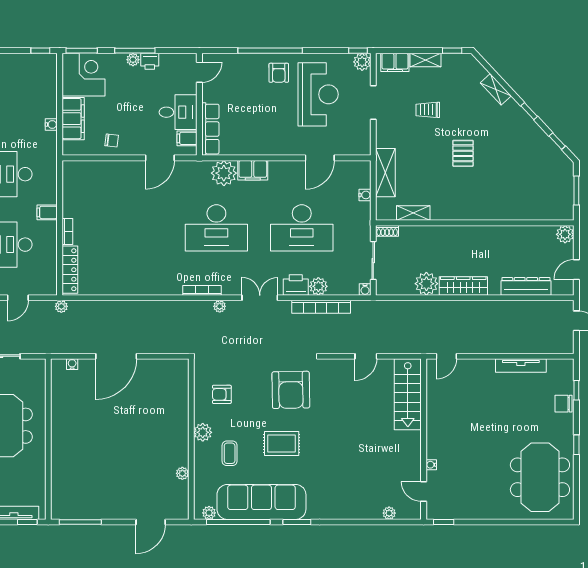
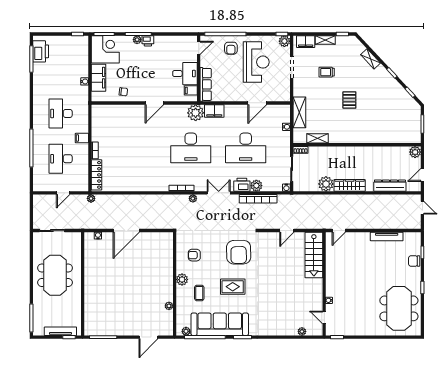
door: (199, 72) -> (199, 48), moved
wall: (199, 104) -> (199, 68), moved
desk: (178, 112) -> (185, 74), moved
row of seats: (210, 129) -> (206, 84), moved
filing cabinet: (187, 138) -> (191, 90), moved

